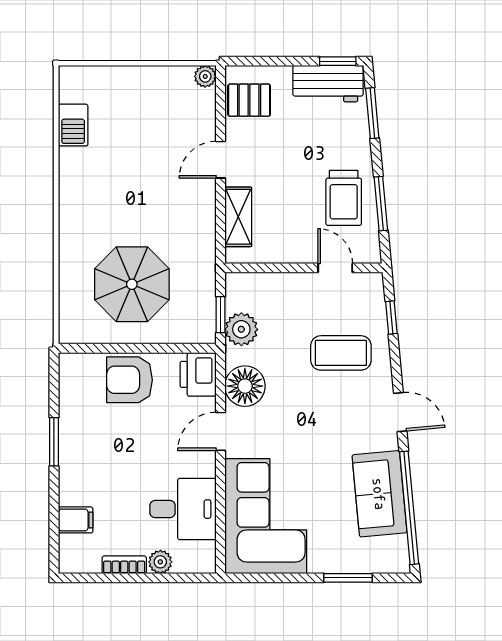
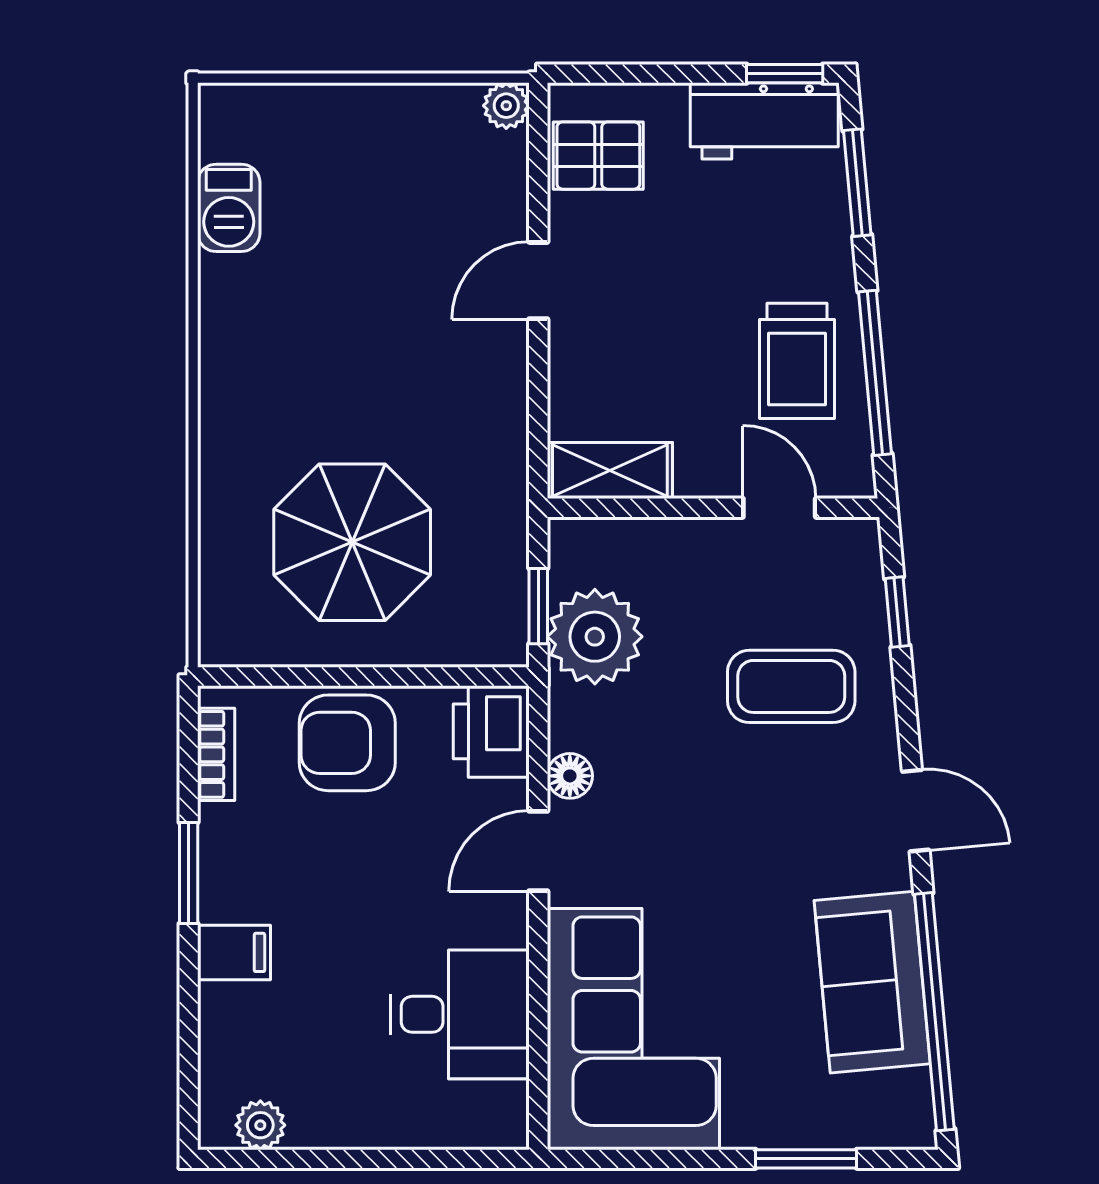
window: (381, 204) -> (875, 373), width x1.44
shelving: (238, 217) -> (610, 471), moved, turned 90
plant: (241, 329) -> (595, 637), width x1.36, depth x1.36
floor lamp: (245, 386) -> (570, 776), width x0.53, depth x0.53
filing cabinet: (76, 520) -> (234, 952), moved
plant: (160, 562) -> (260, 1125), moved
bookcase: (124, 565) -> (216, 754), moved, turned 90

